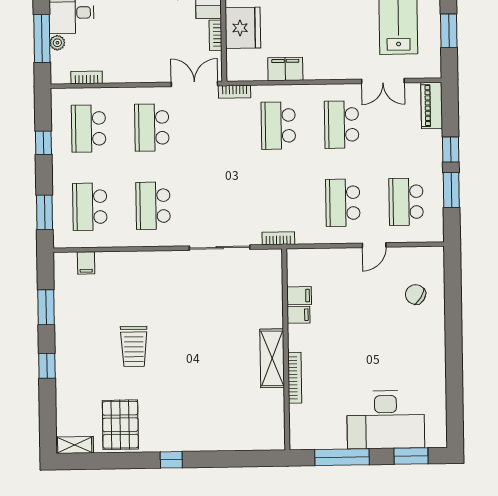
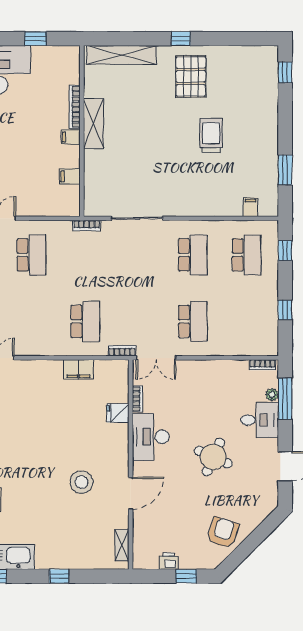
fridge: (243, 28) -> (118, 413), width x0.53, depth x0.75
bookcase: (87, 77) -> (263, 365), moved
school desk: (342, 125) -> (31, 321), removed
school desk: (89, 129) -> (247, 321), removed
window: (45, 212) -> (285, 251), width x0.67
filing cabinet: (298, 315) -> (71, 137), moved
window: (47, 366) -> (285, 72), moved
pallet: (120, 425) -> (191, 76), moved
shelving: (75, 445) -> (122, 55), moved, width x2.20, depth x1.33
window: (342, 457) -> (36, 39), width x0.46

